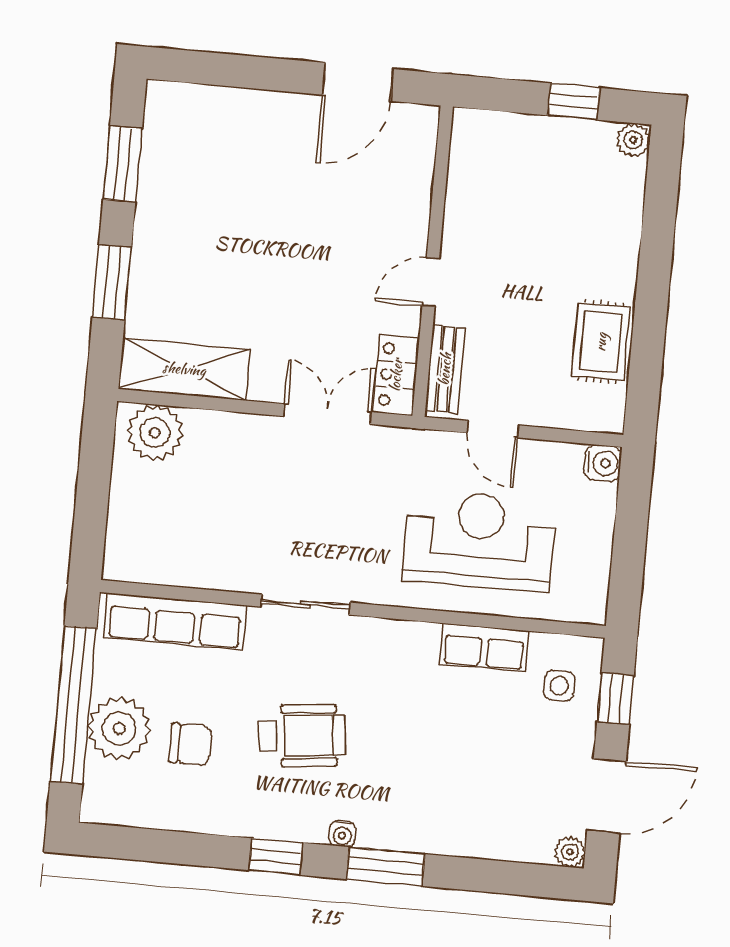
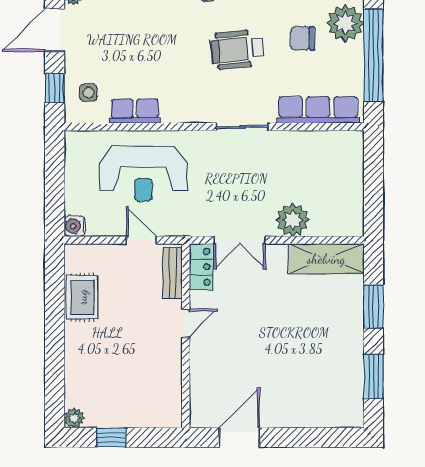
plant: (155, 433) -> (292, 220), moved
plant: (119, 728) -> (345, 23), moved

